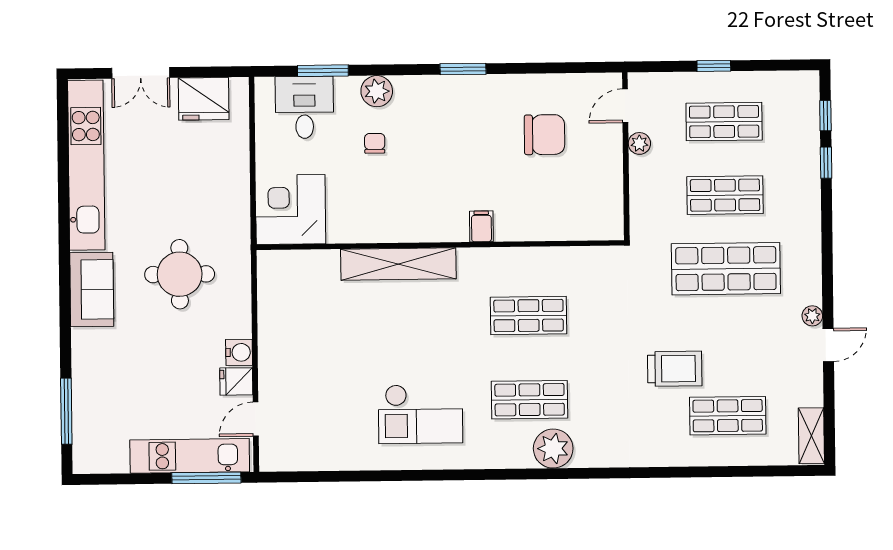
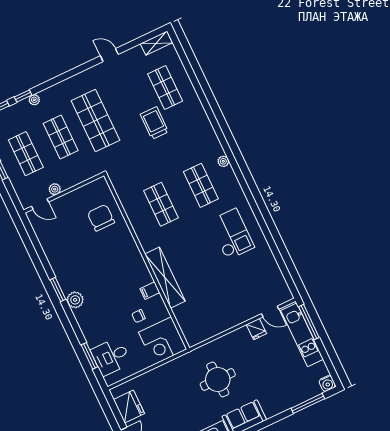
plant: (377, 91) -> (75, 300), moved
chair: (544, 135) -> (101, 218), moved
chair: (375, 143) -> (139, 316), moved
filing cabinet: (481, 226) -> (150, 291), moved
plant: (812, 316) -> (34, 100), moved
water cooler: (239, 352) -> (327, 383), moved, turned 180
plant: (553, 449) -> (223, 161), width x0.53, depth x0.53

